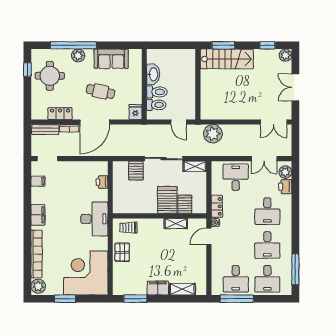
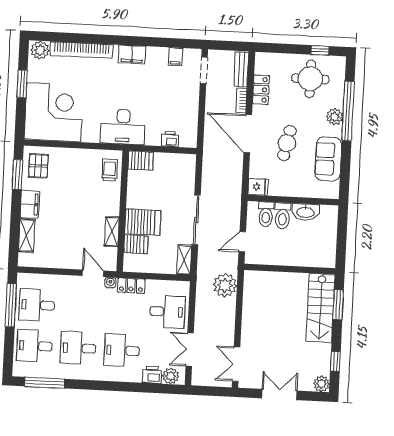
server rack: (136, 171) -> (141, 161), moved, turned 180
pallet: (122, 252) -> (38, 166), moved, turned 90

